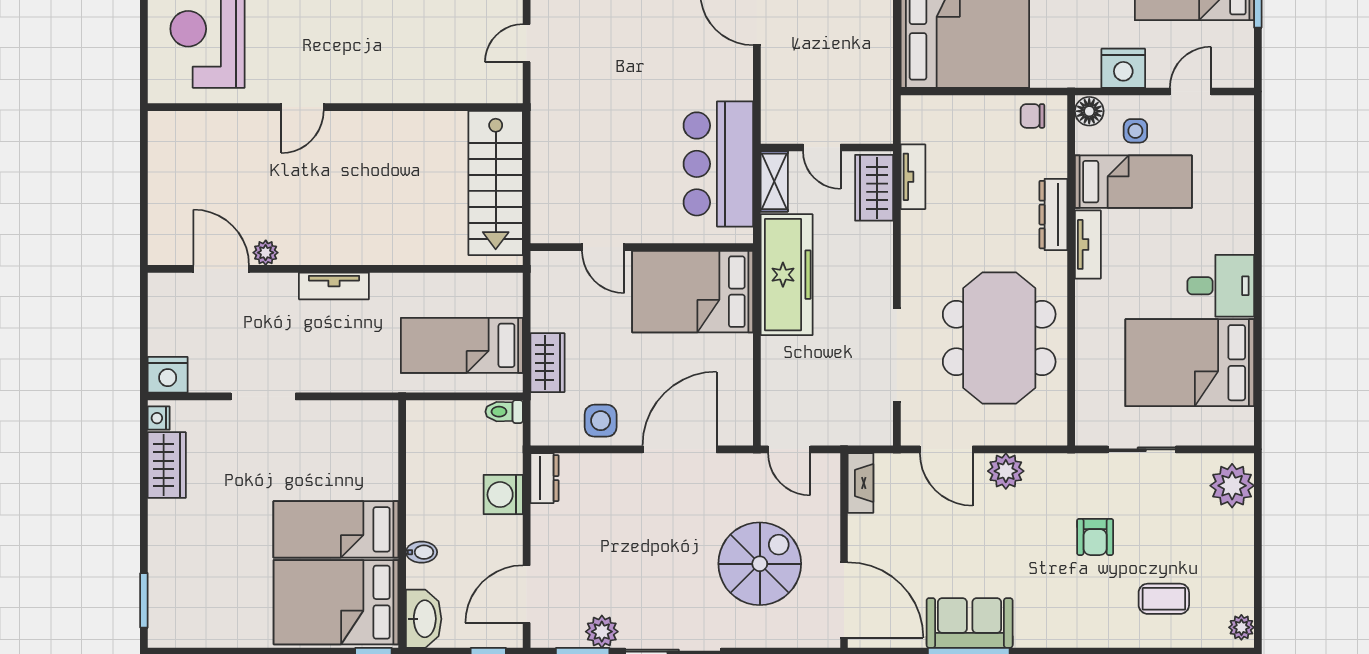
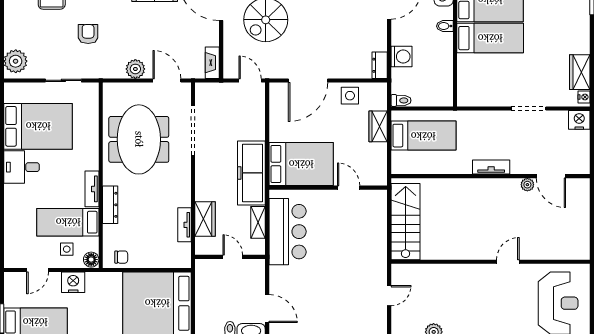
door: (822, 147) -> (233, 257), moved
wall: (827, 147) -> (230, 257), moved

